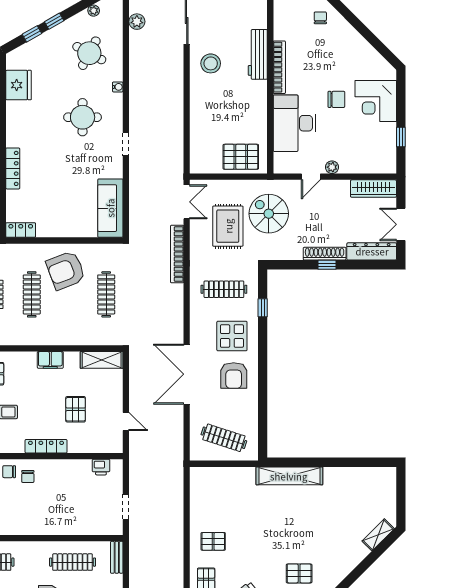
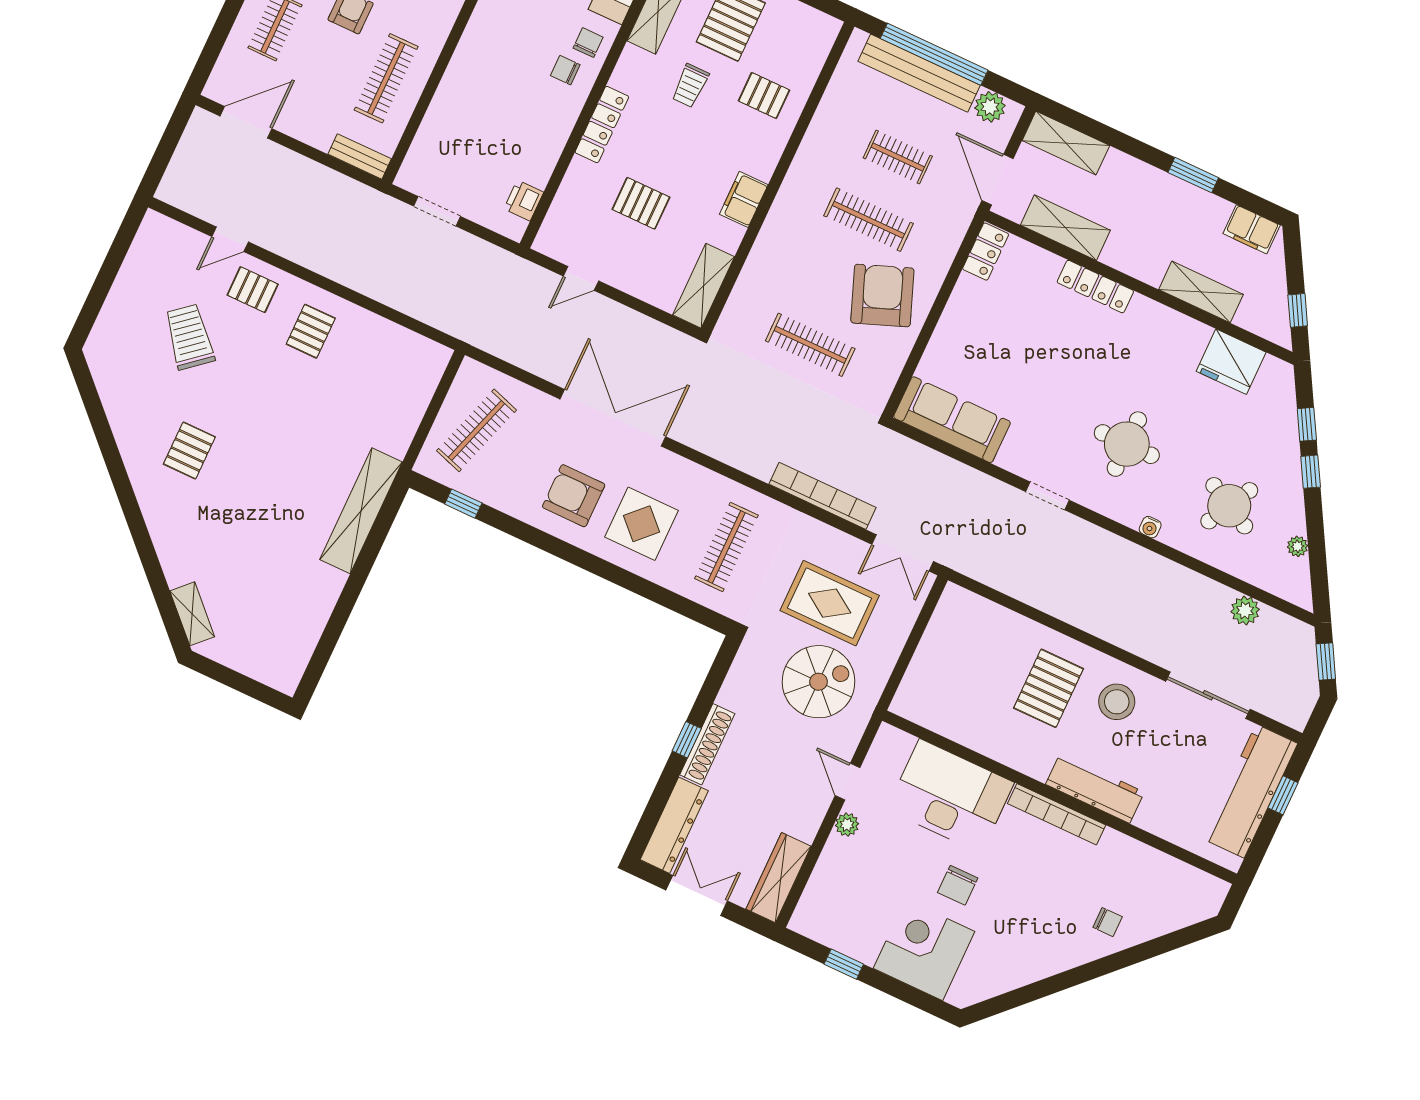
pallet: (241, 157) -> (1049, 688), moved
window: (263, 308) -> (463, 504), moved

